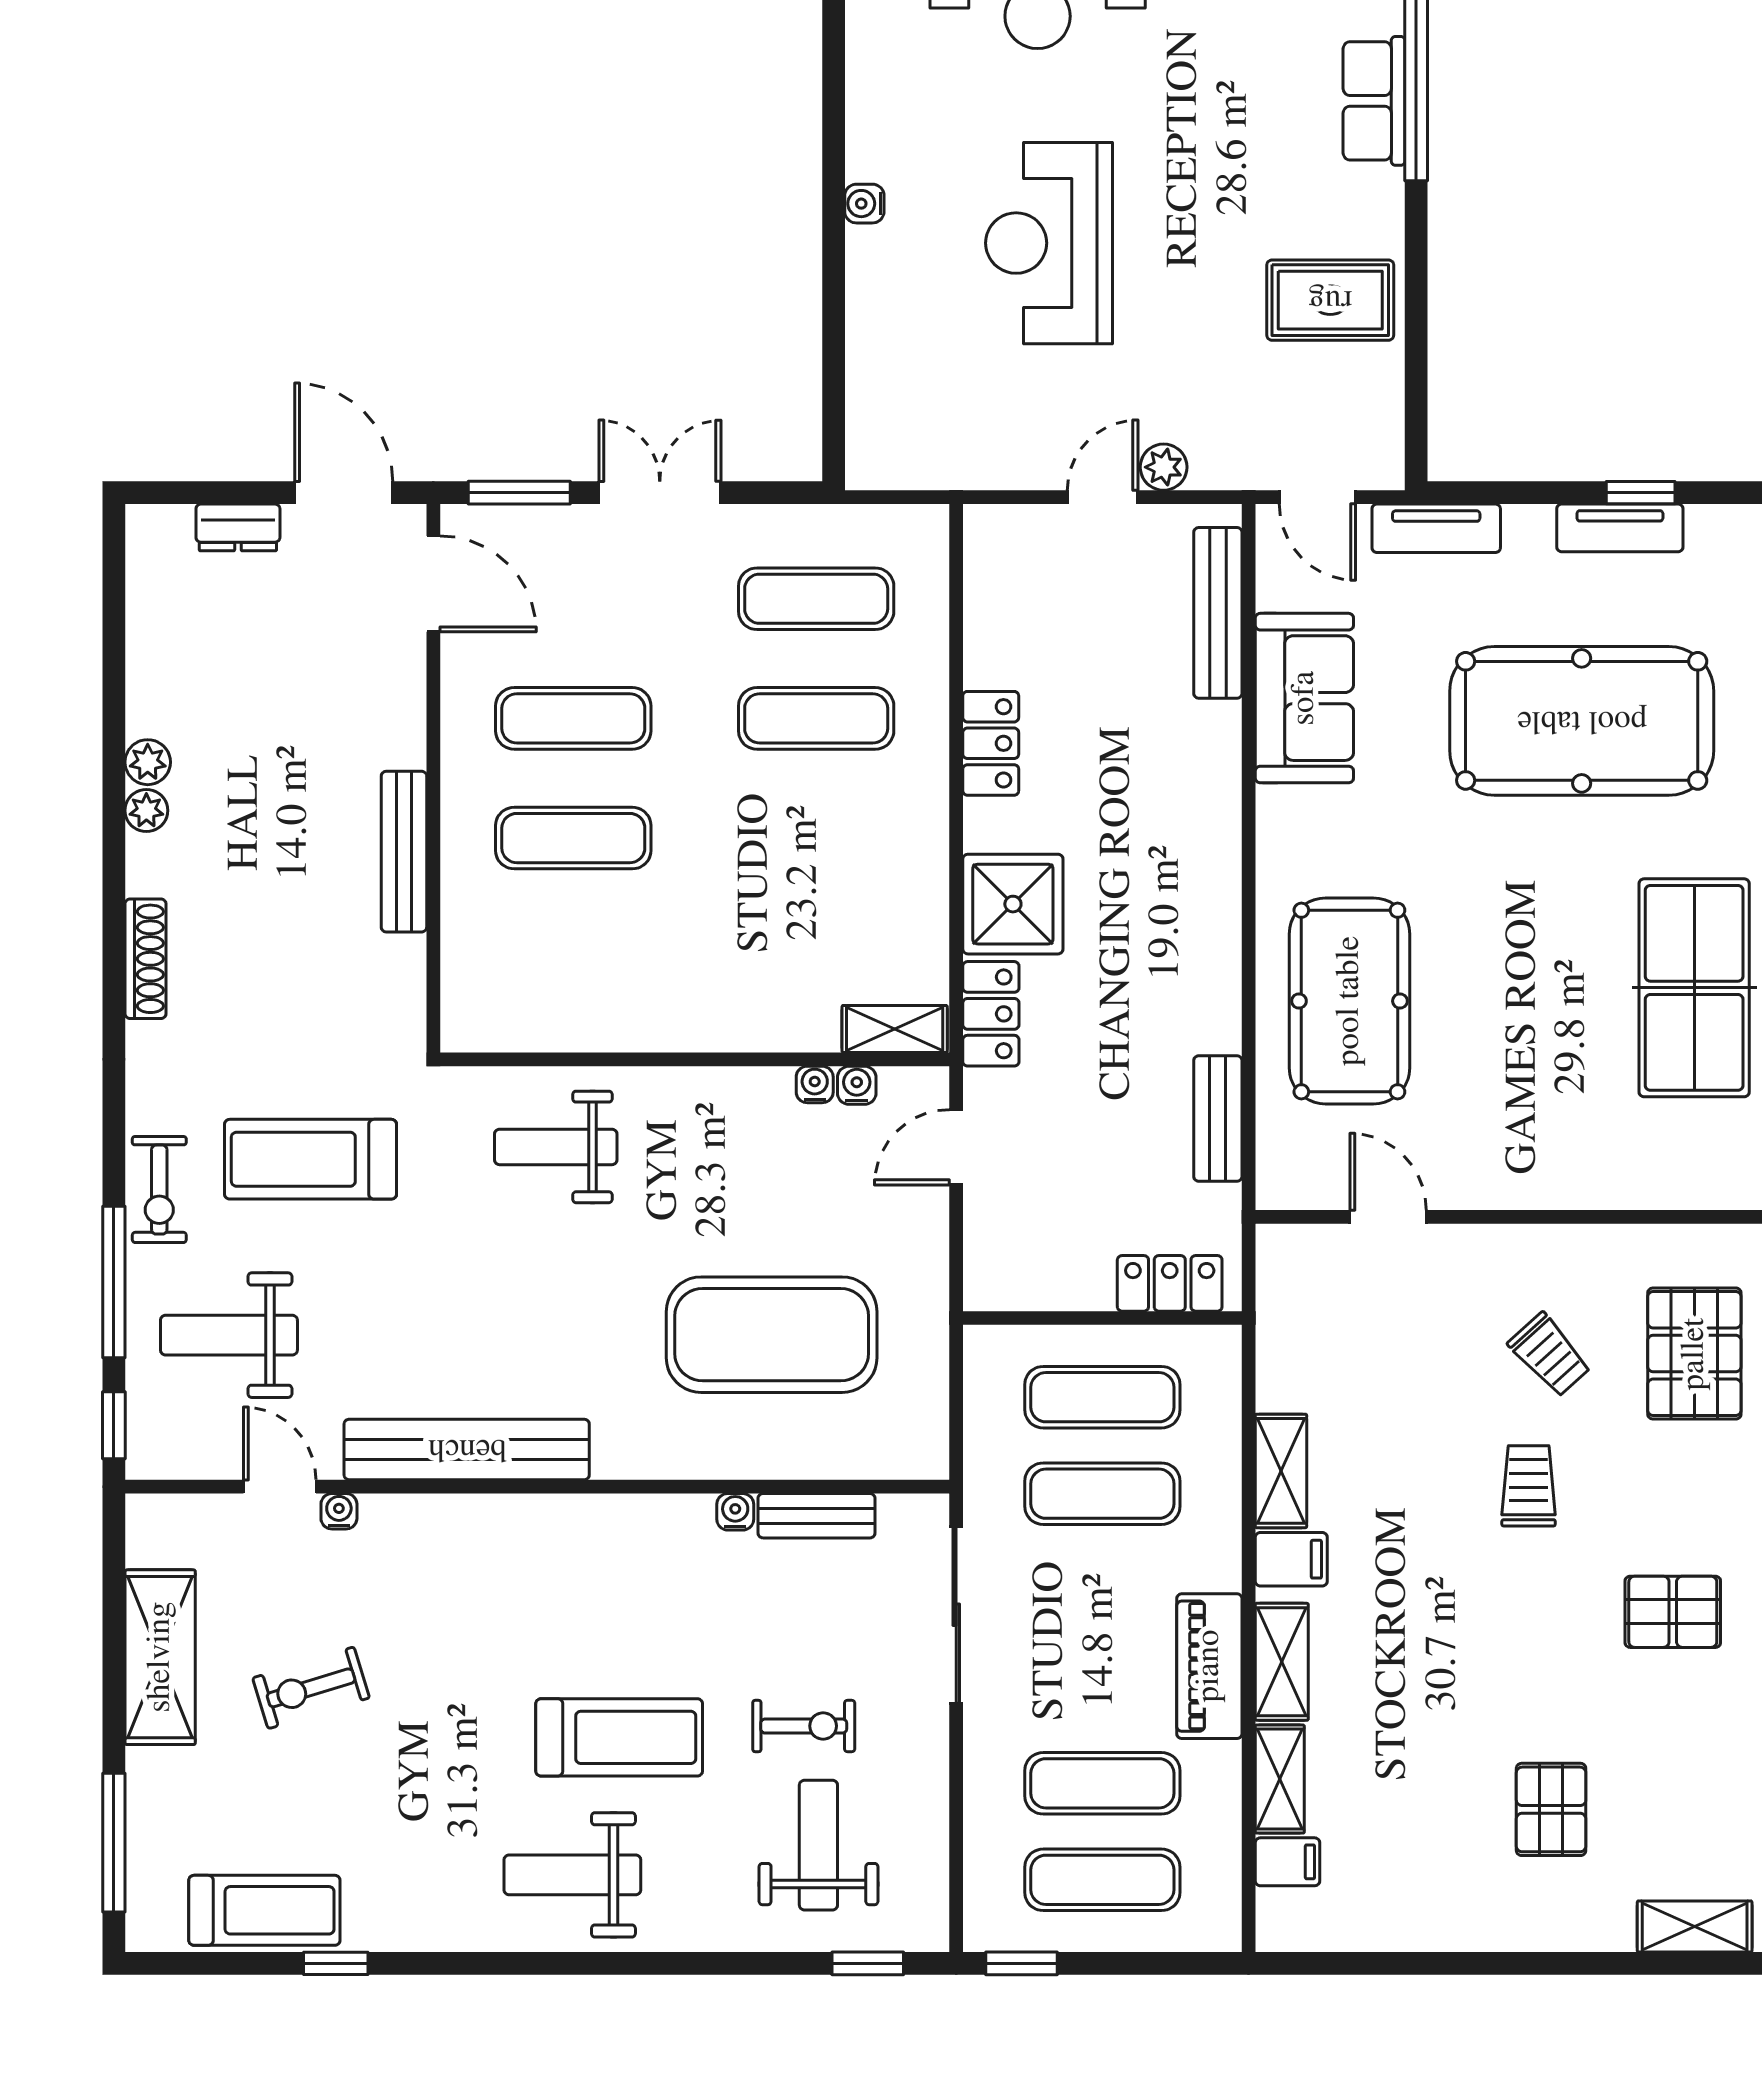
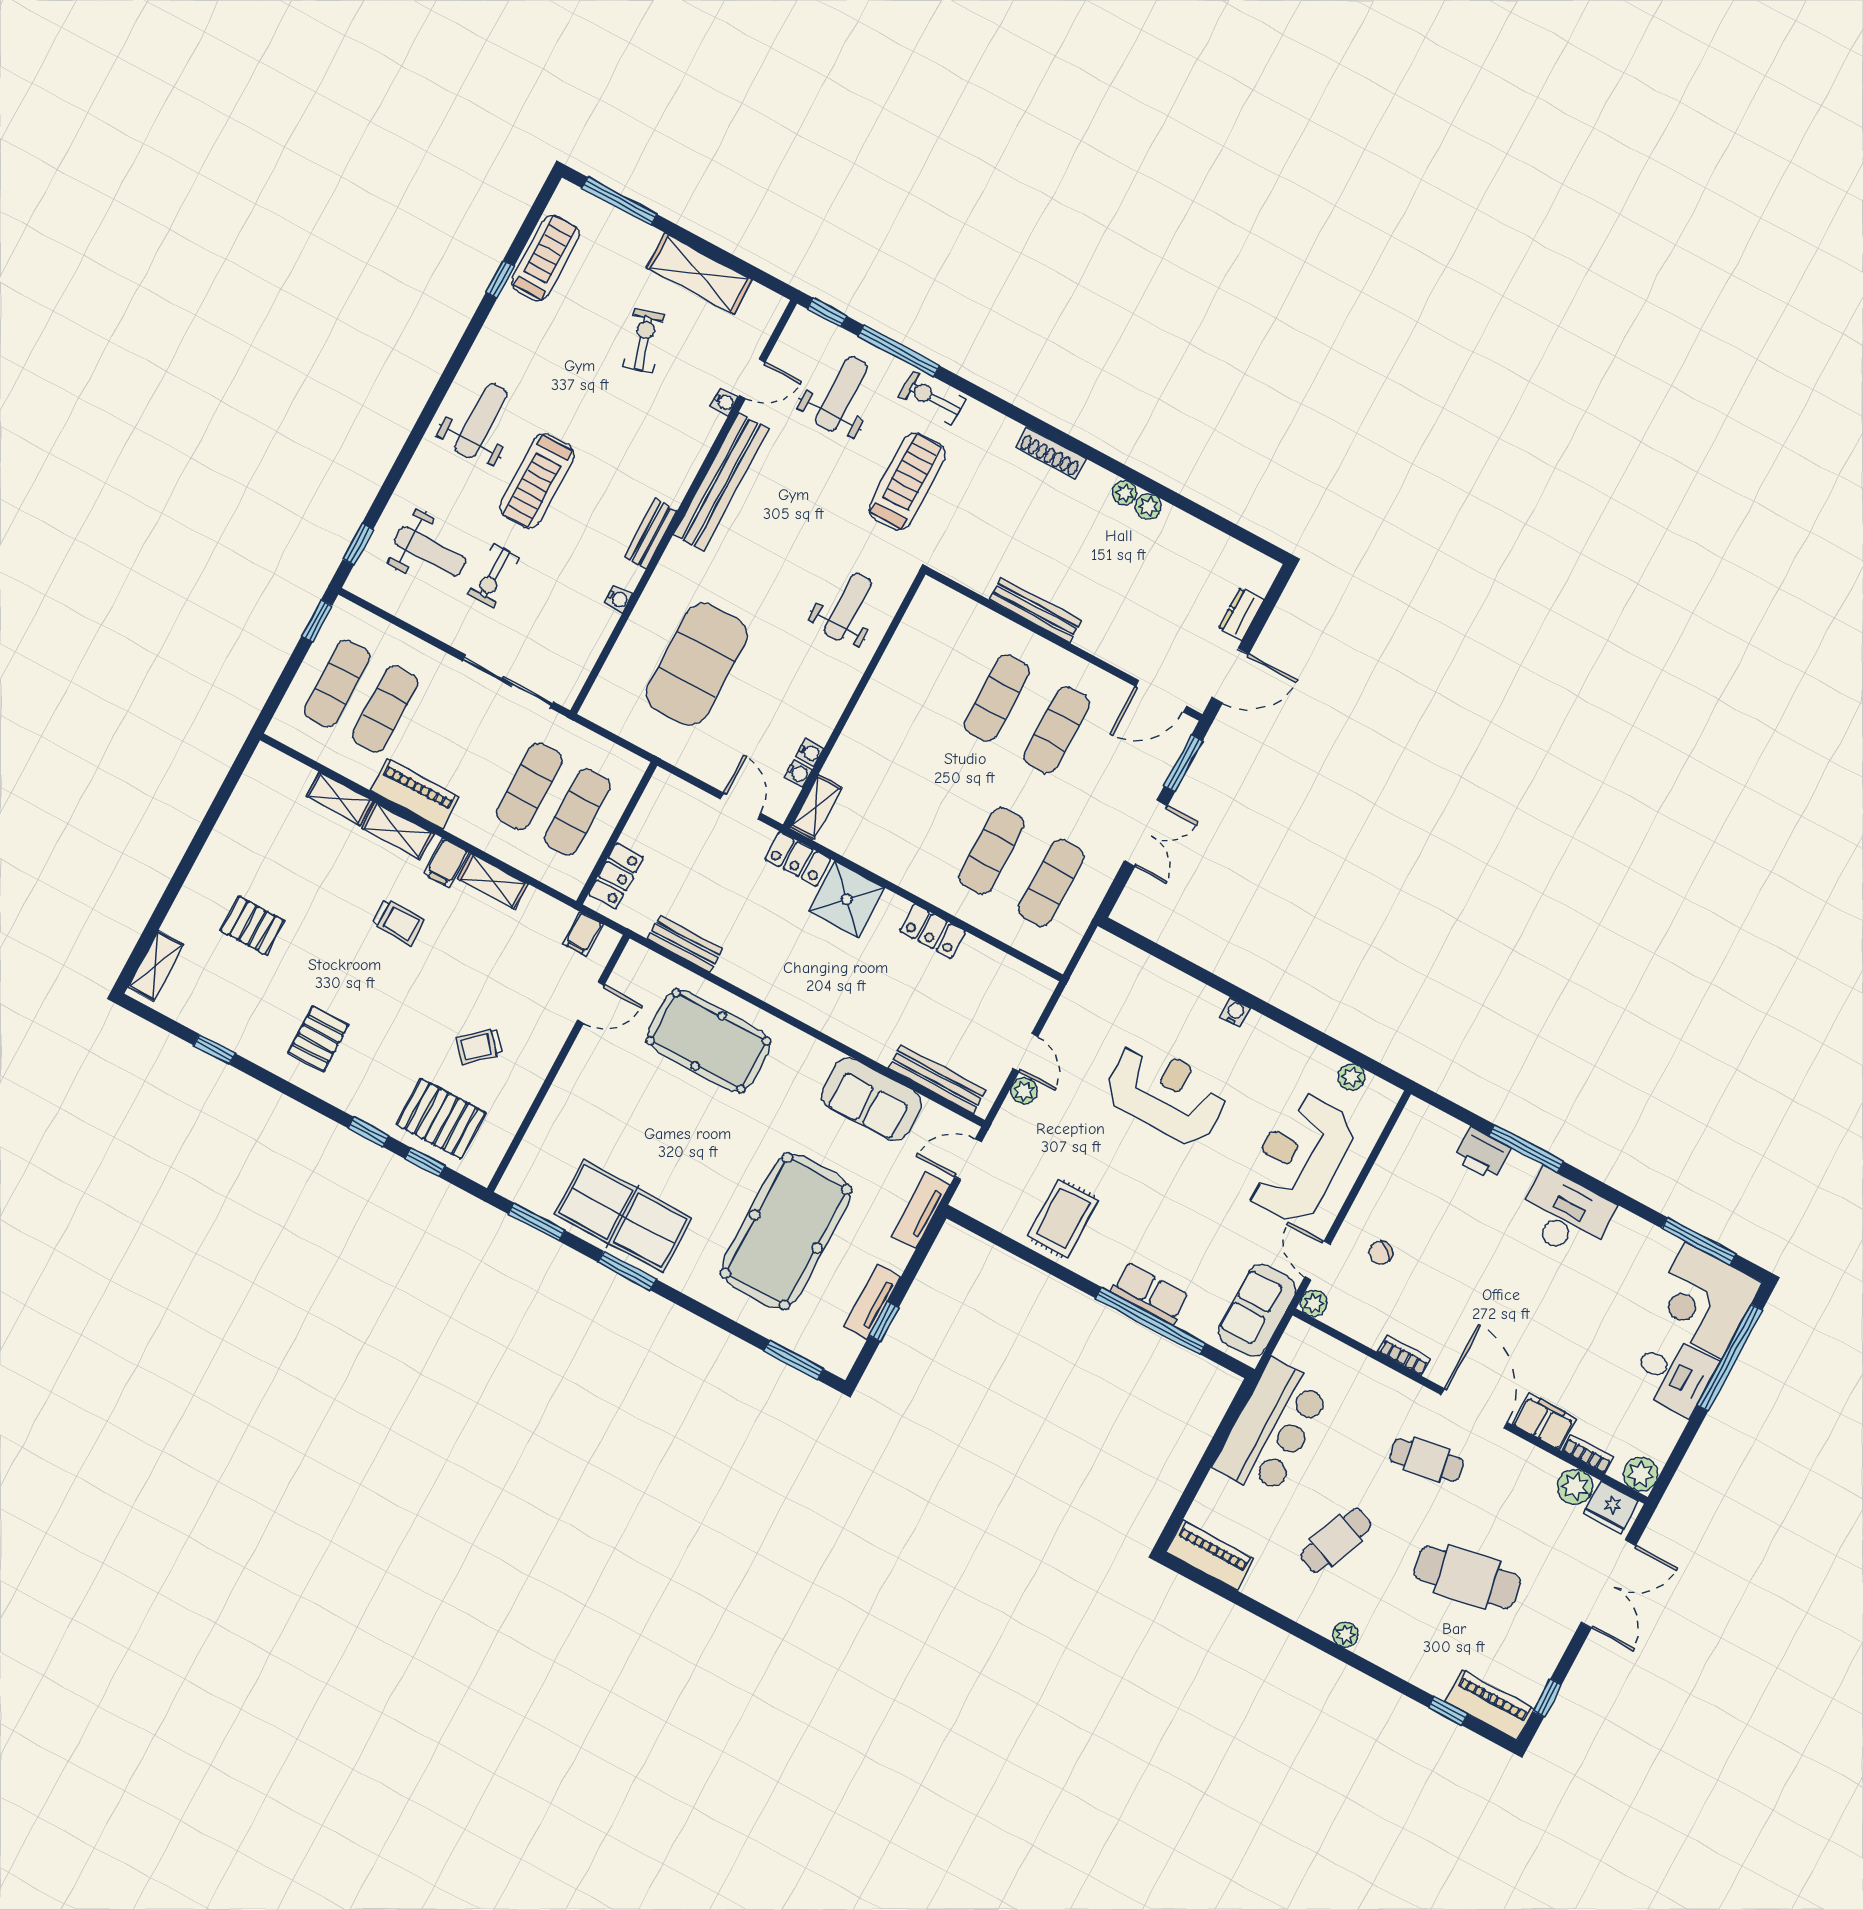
trolley: (1529, 1486) -> (398, 922), moved
bench: (817, 1516) -> (651, 534), moved
filing cabinet: (1287, 1862) -> (583, 934), moved
treadmill: (264, 1910) -> (545, 258), turned 180

